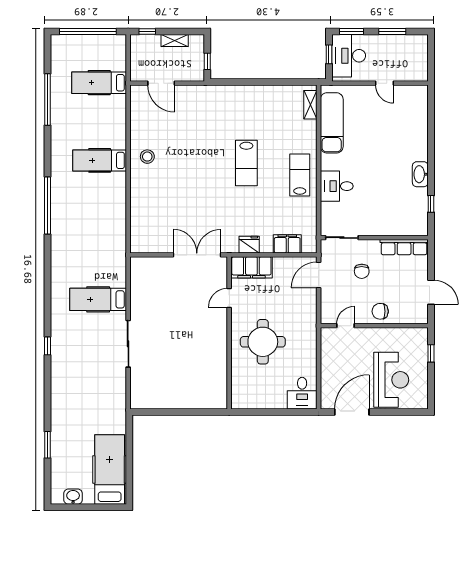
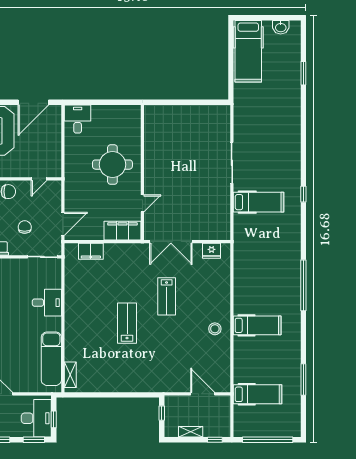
window: (48, 99) -> (303, 379), width x0.68
lab bench: (300, 175) -> (167, 296), moved
fridge: (249, 245) -> (212, 251), moved
window: (48, 346) -> (303, 194), moved

